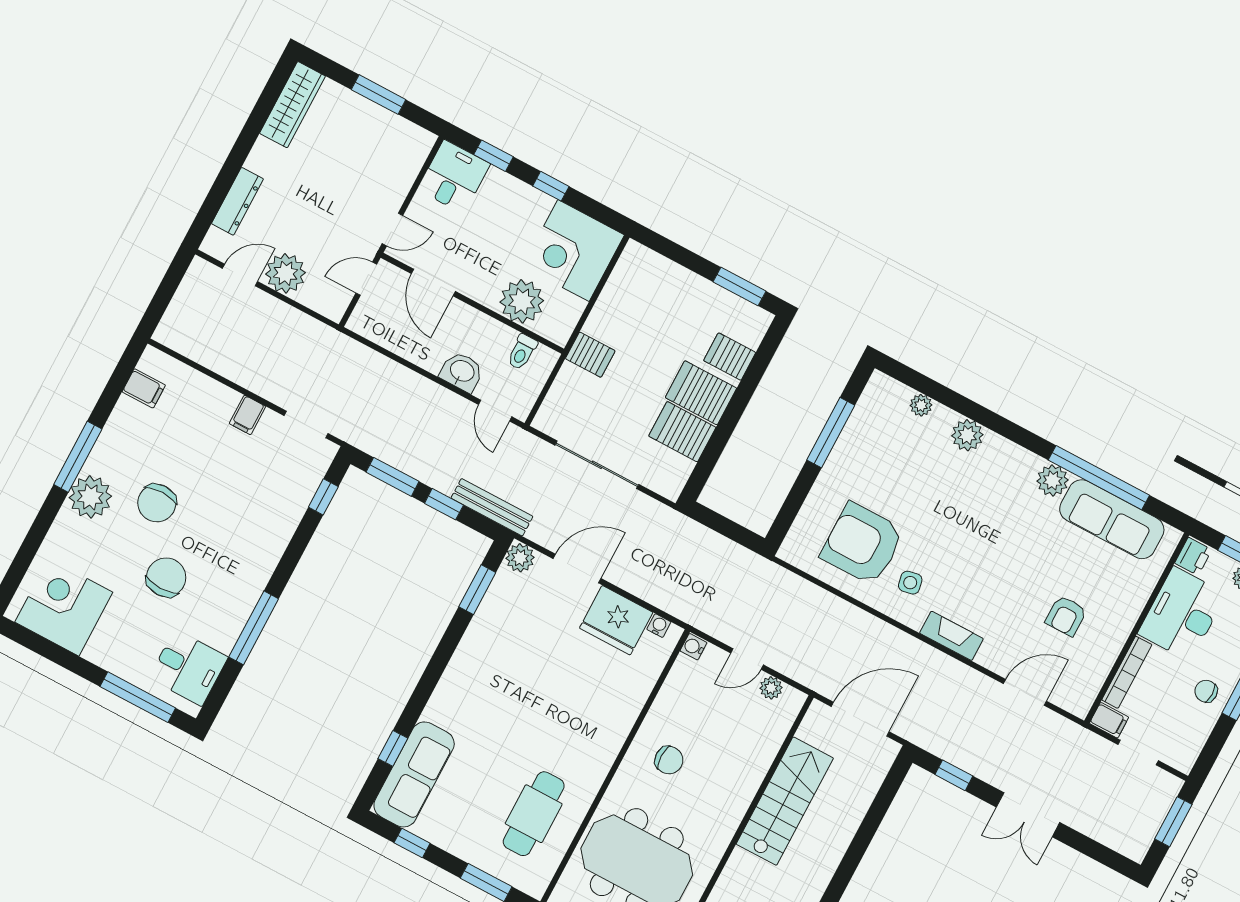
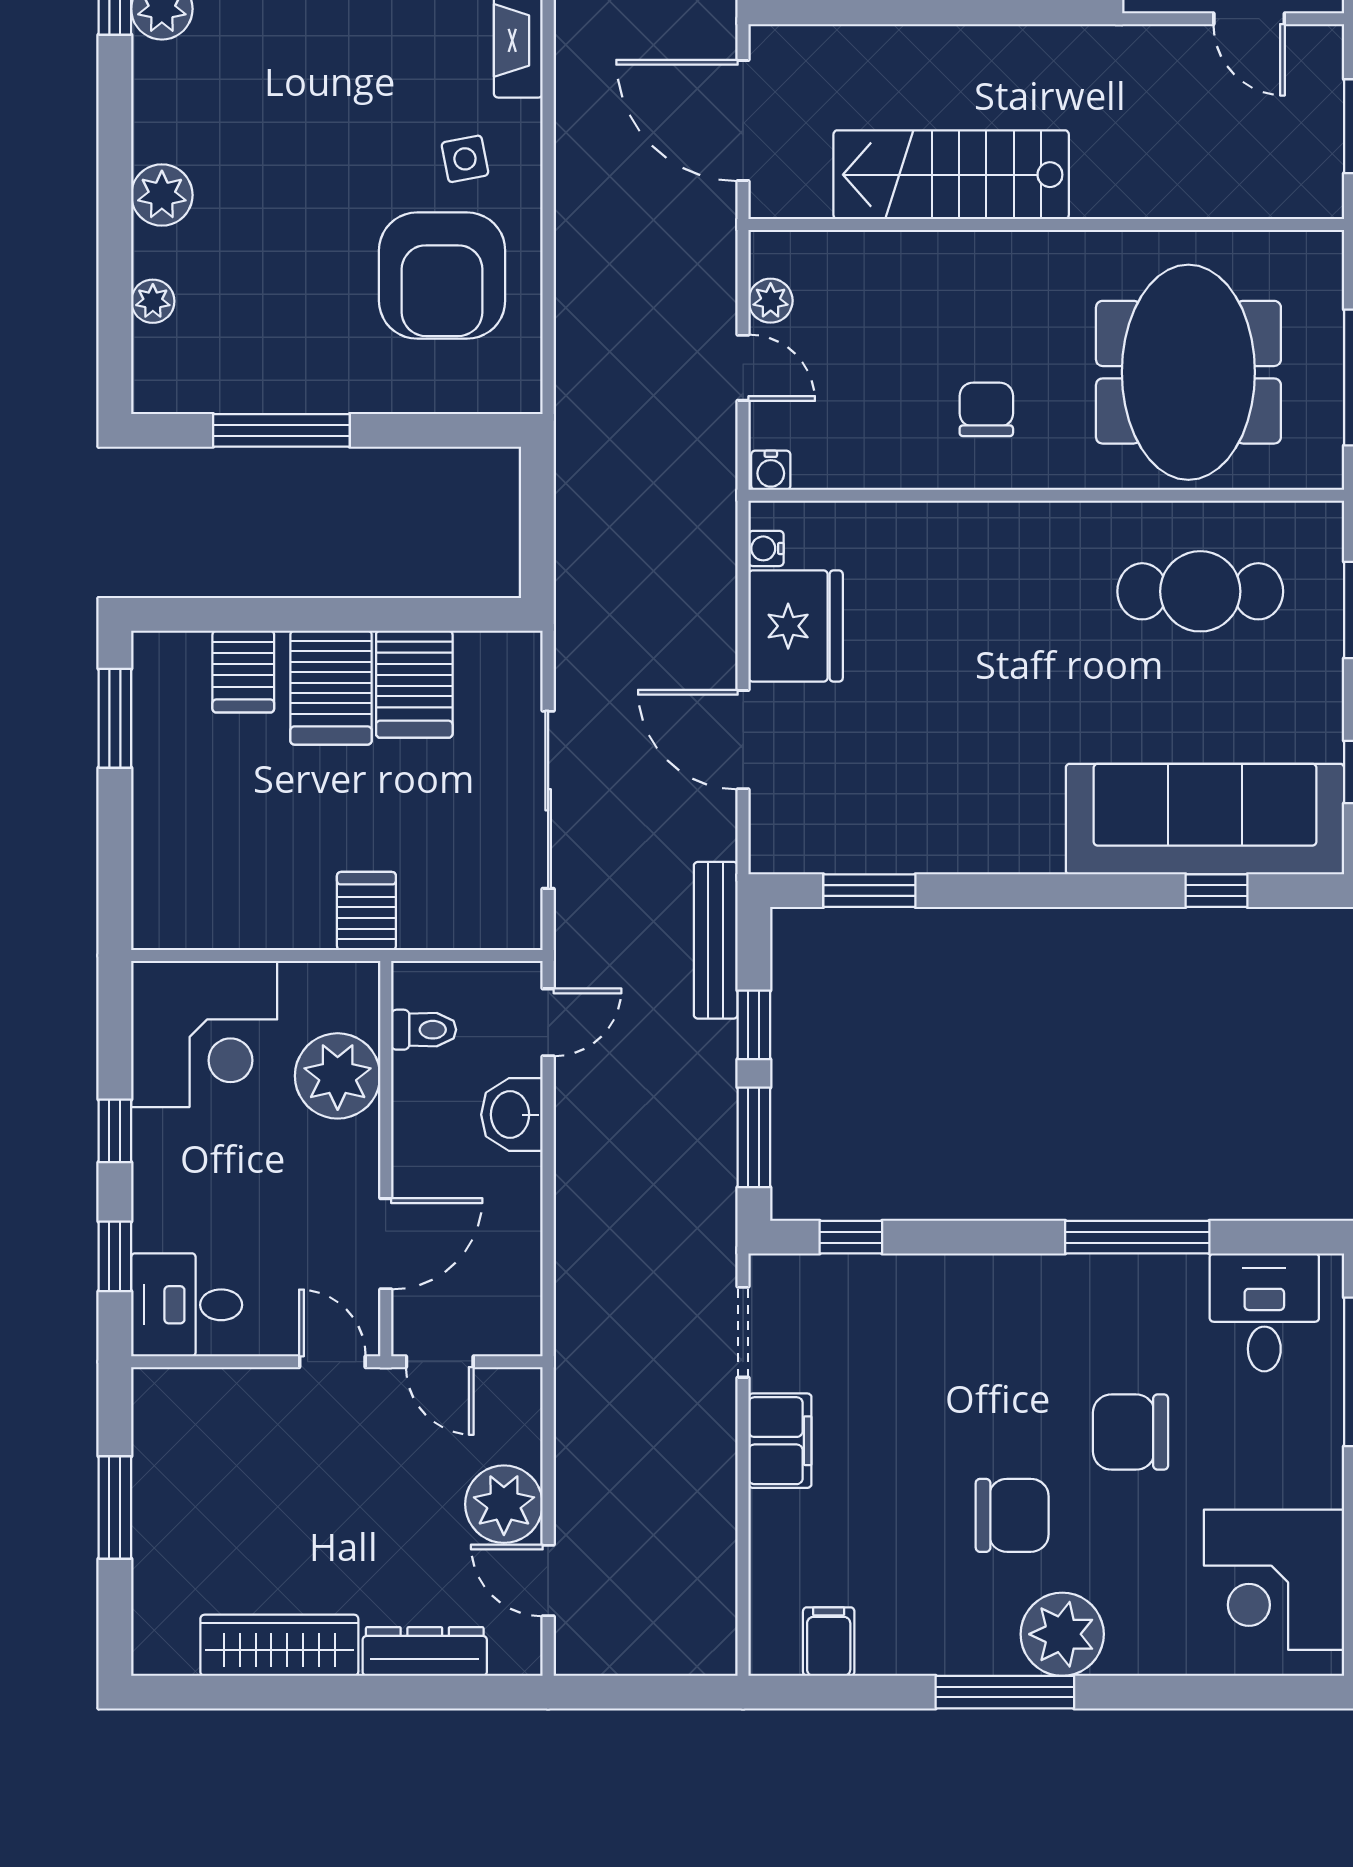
wardrobe: (292, 105) -> (279, 1645), moved
filing cabinet: (247, 415) -> (780, 1441), width x2.00
plant: (520, 558) -> (776, 846), removed
sofa: (414, 774) -> (1205, 819), width x1.36, depth x1.27

